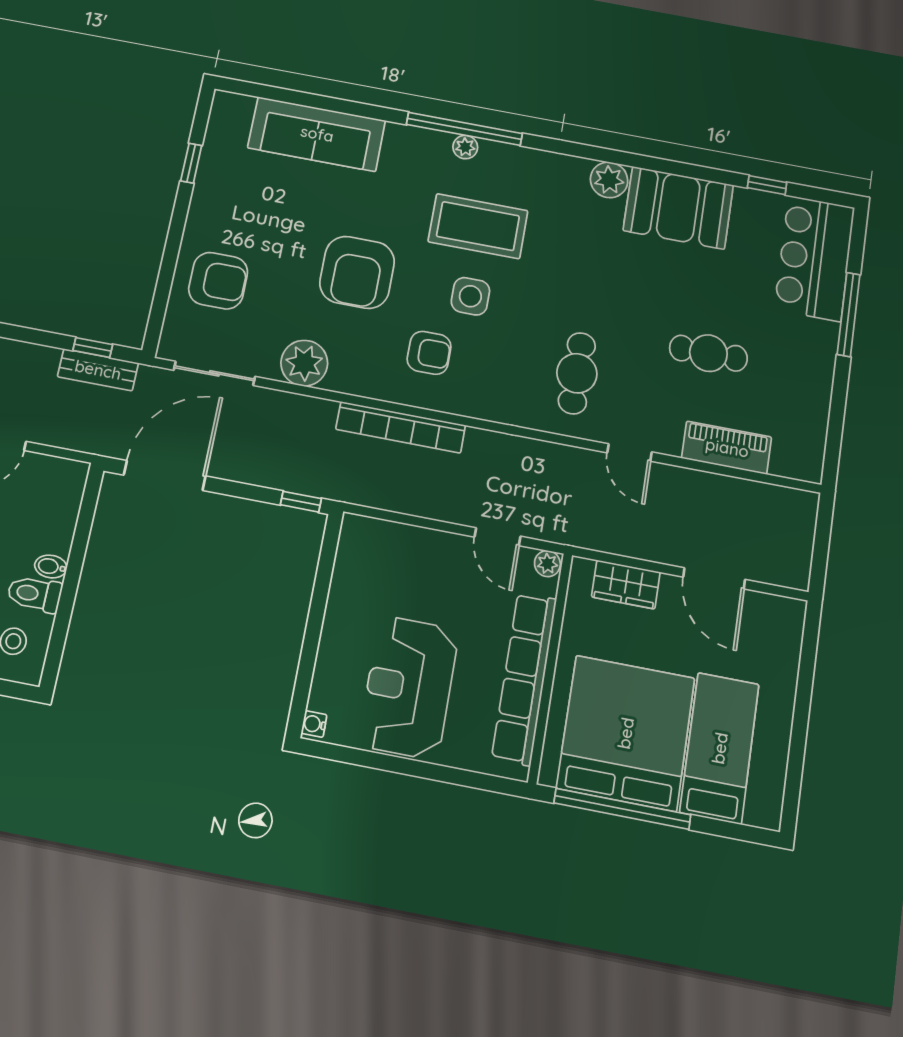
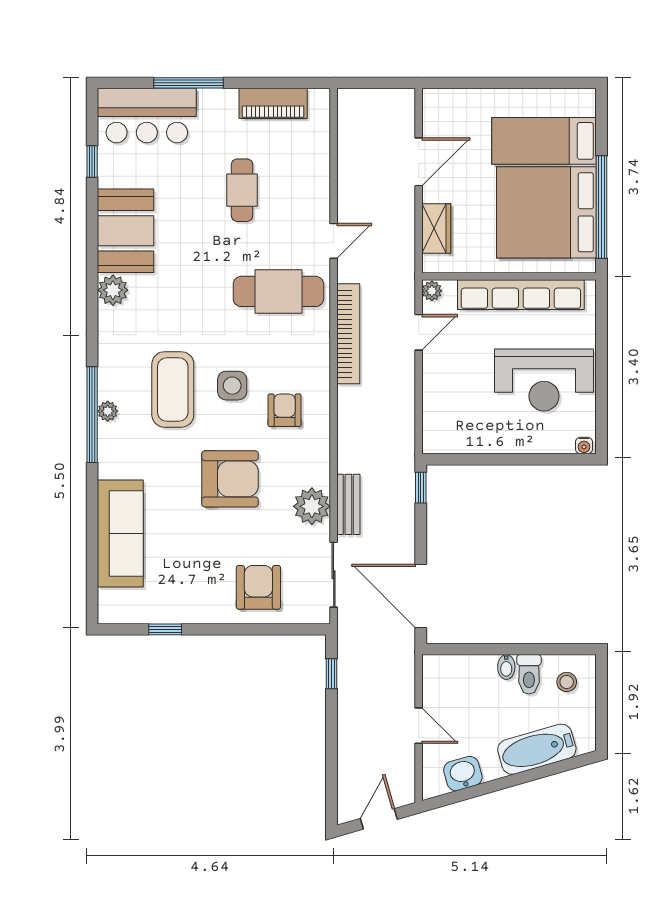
bench: (98, 370) -> (348, 504), moved
cafe table: (577, 373) -> (278, 291), width x1.37, depth x1.35
bookcase: (401, 427) -> (348, 334), moved
piano: (727, 448) -> (273, 103), moved, turned -90

